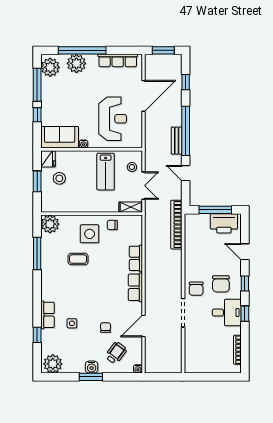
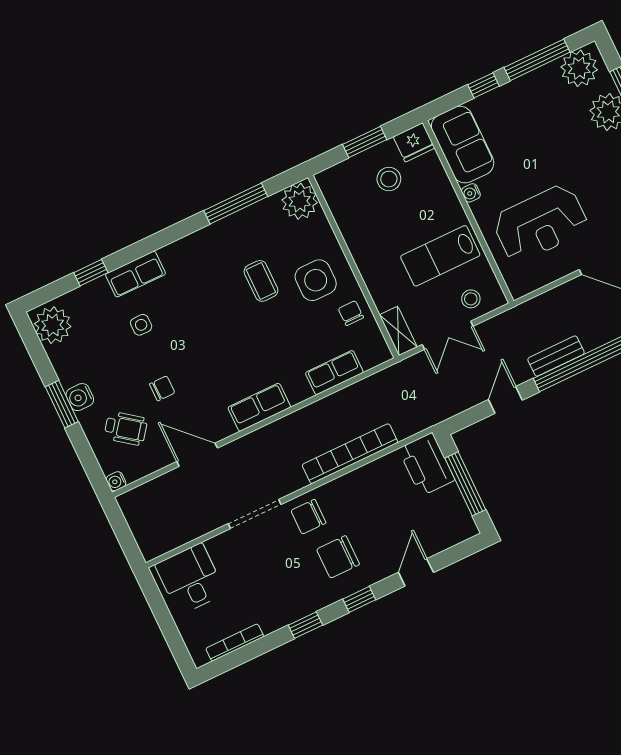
printer: (224, 223) -> (427, 464), moved
bookcase: (176, 225) -> (350, 454), moved
row of seats: (136, 258) -> (334, 373), moved
desk: (227, 313) -> (190, 579), moved, turned 180

